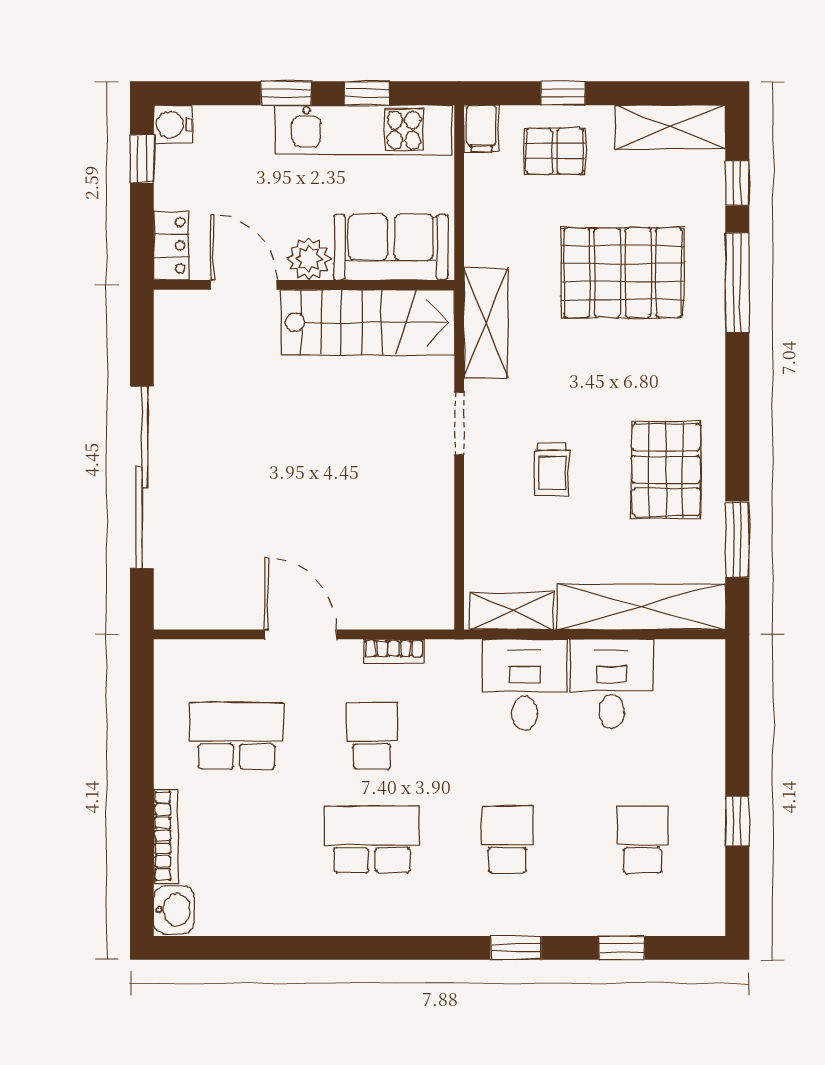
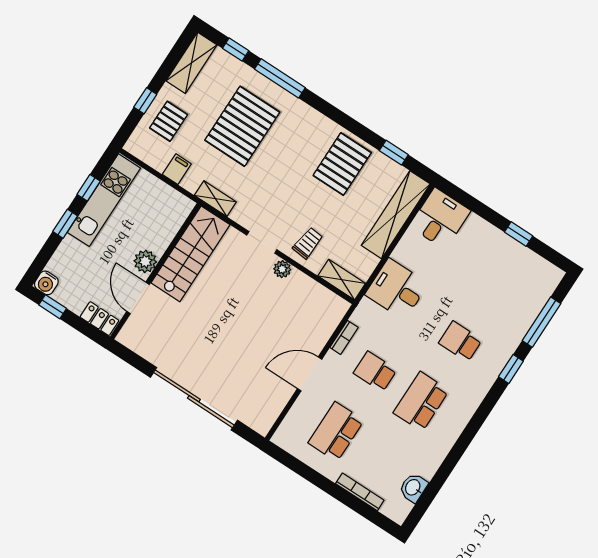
filing cabinet: (481, 128) -> (177, 169), moved, turned -90
sofa: (391, 247) -> (164, 222), removed
door: (244, 285) -> (138, 298), hinge flipped
shelving: (486, 323) -> (215, 199), width x0.67, depth x0.75
trolley: (552, 469) -> (308, 243), moved, turned -84
pallet: (666, 470) -> (342, 164), turned 90
plant: (438, 483) -> (282, 269), added
window: (737, 539) -> (394, 153), width x0.67
shelving: (512, 611) -> (342, 280), moved, turned 90
desk: (612, 684) -> (440, 219), moved, turned 90
school desk: (643, 839) -> (499, 281), removed
washbasin: (174, 910) -> (413, 488), moved, turned -90
window: (622, 948) -> (542, 322), width x2.17

